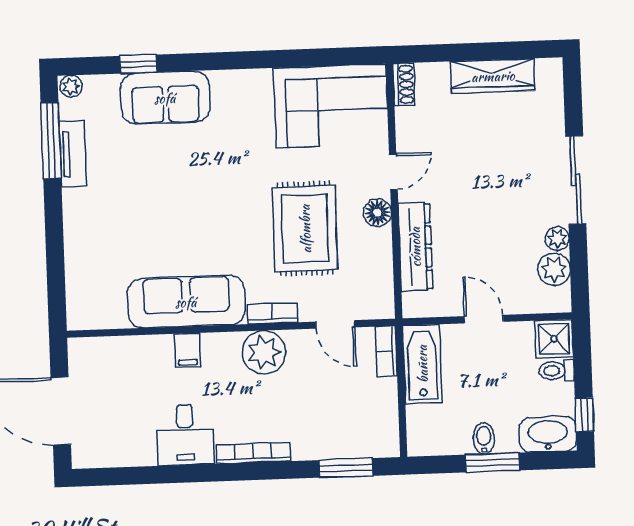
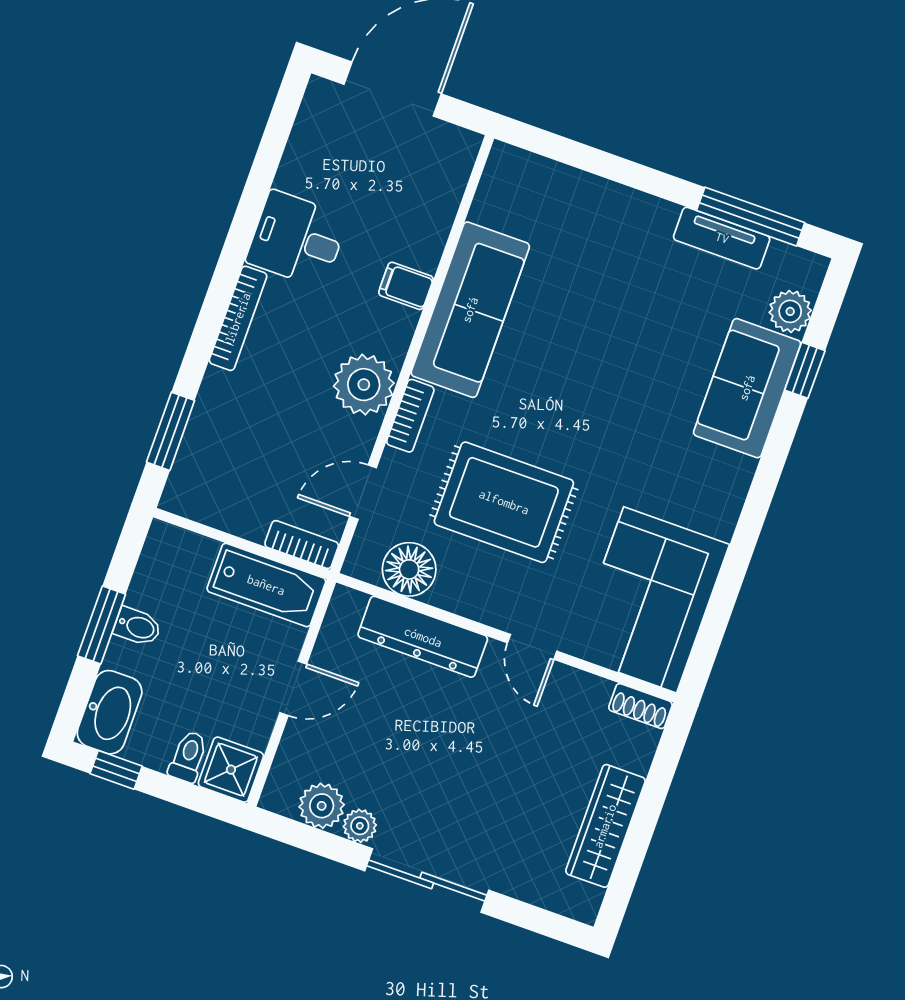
plant: (71, 86) -> (790, 311), moved, width x1.38, depth x1.38
floor lamp: (377, 213) -> (409, 569), moved, width x1.38, depth x1.38

